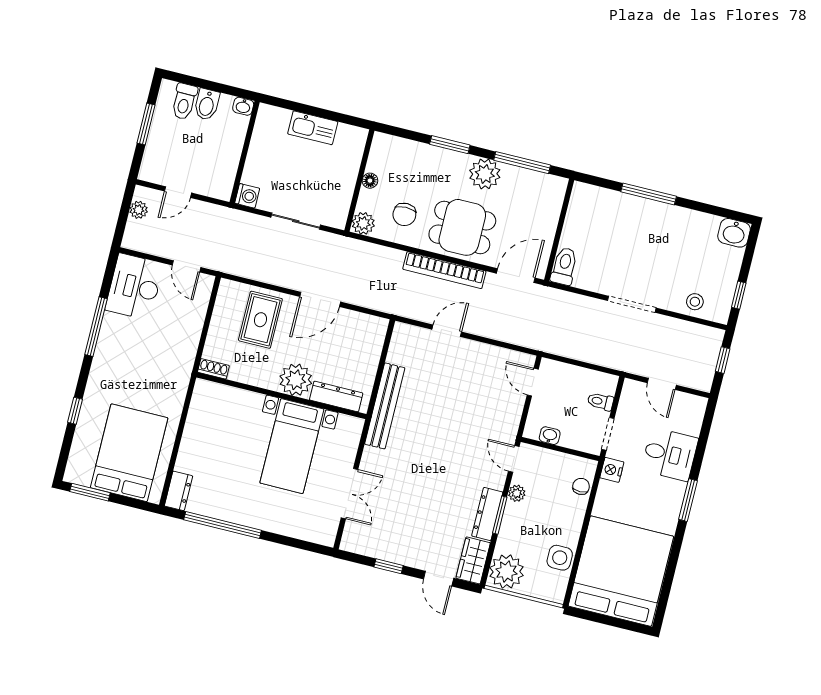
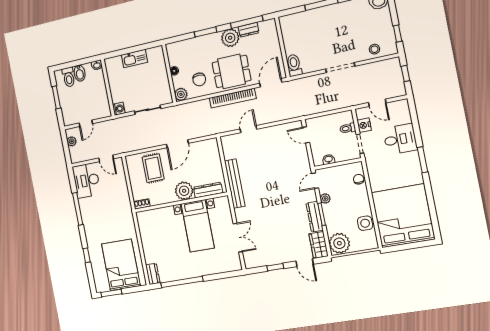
dresser: (519, 176) -> (248, 30), added
door: (514, 459) -> (315, 181), hinge flipped
nightstand: (612, 470) -> (364, 125), moved

